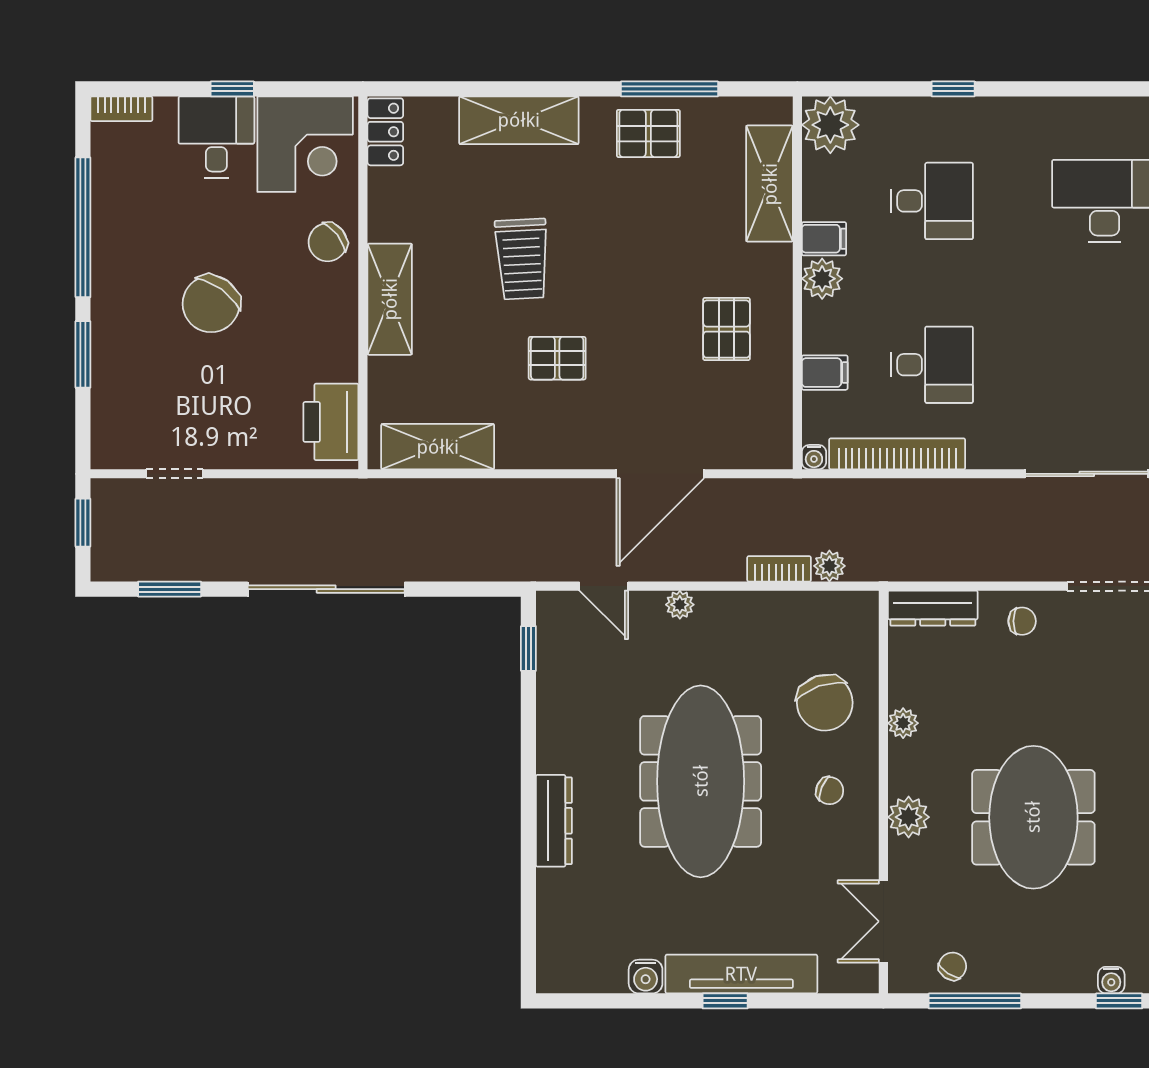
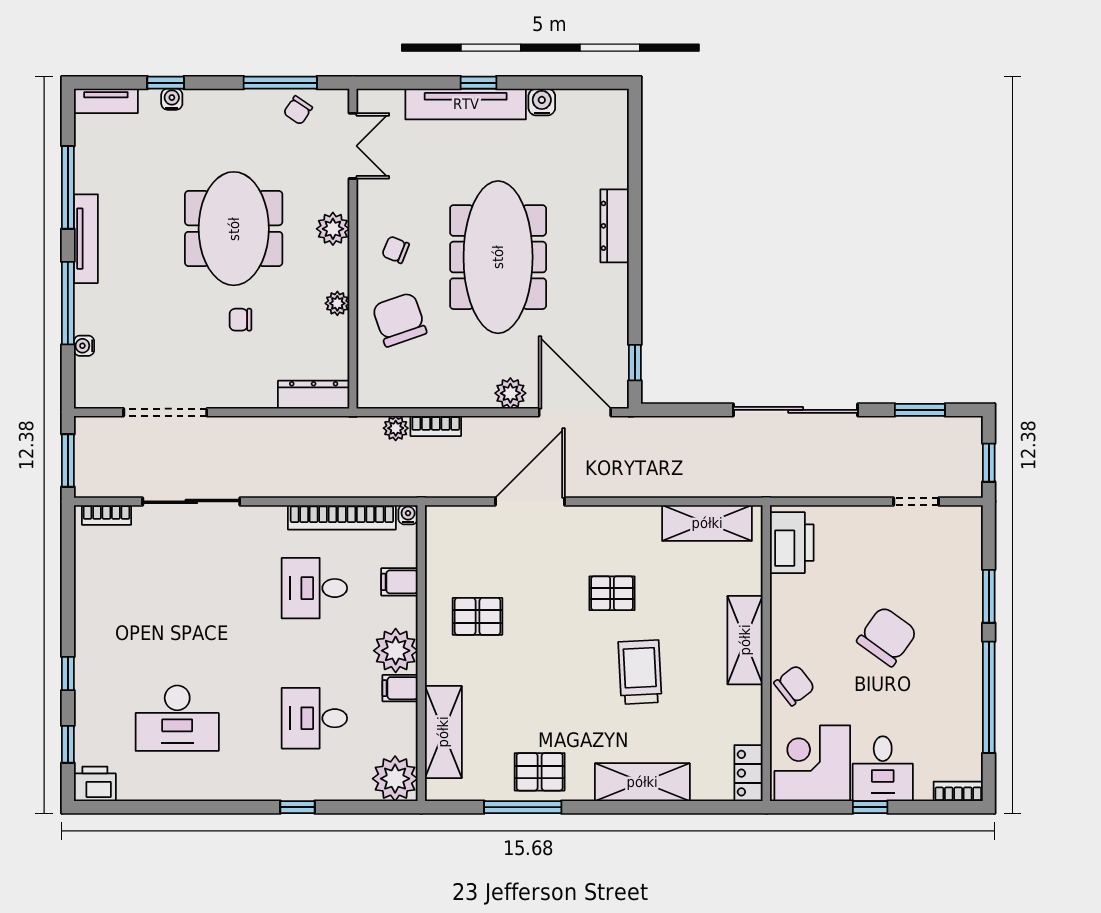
plant: (822, 279) -> (396, 651), width x1.36, depth x1.36
pallet: (726, 329) -> (478, 616), turned 90
door: (604, 586) -> (575, 412), width x1.88
plant: (680, 605) -> (510, 393), width x1.38, depth x1.38
chair: (1022, 621) -> (240, 320), moved

